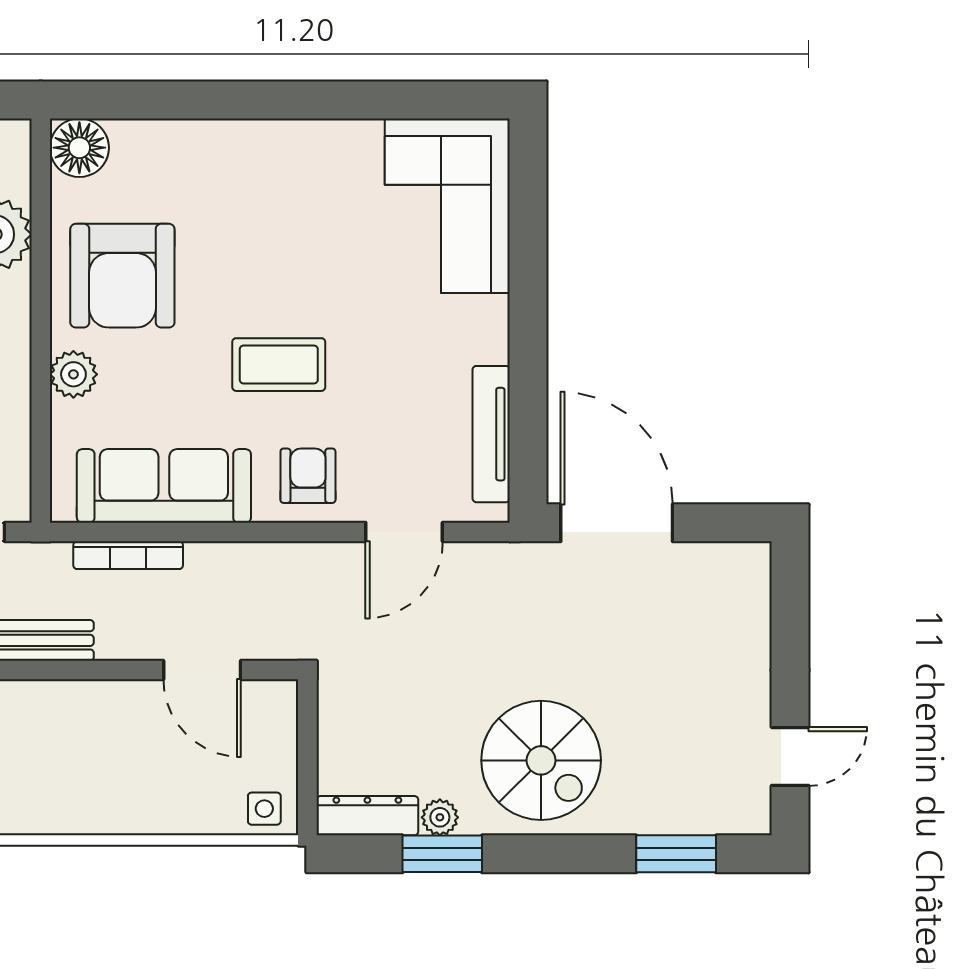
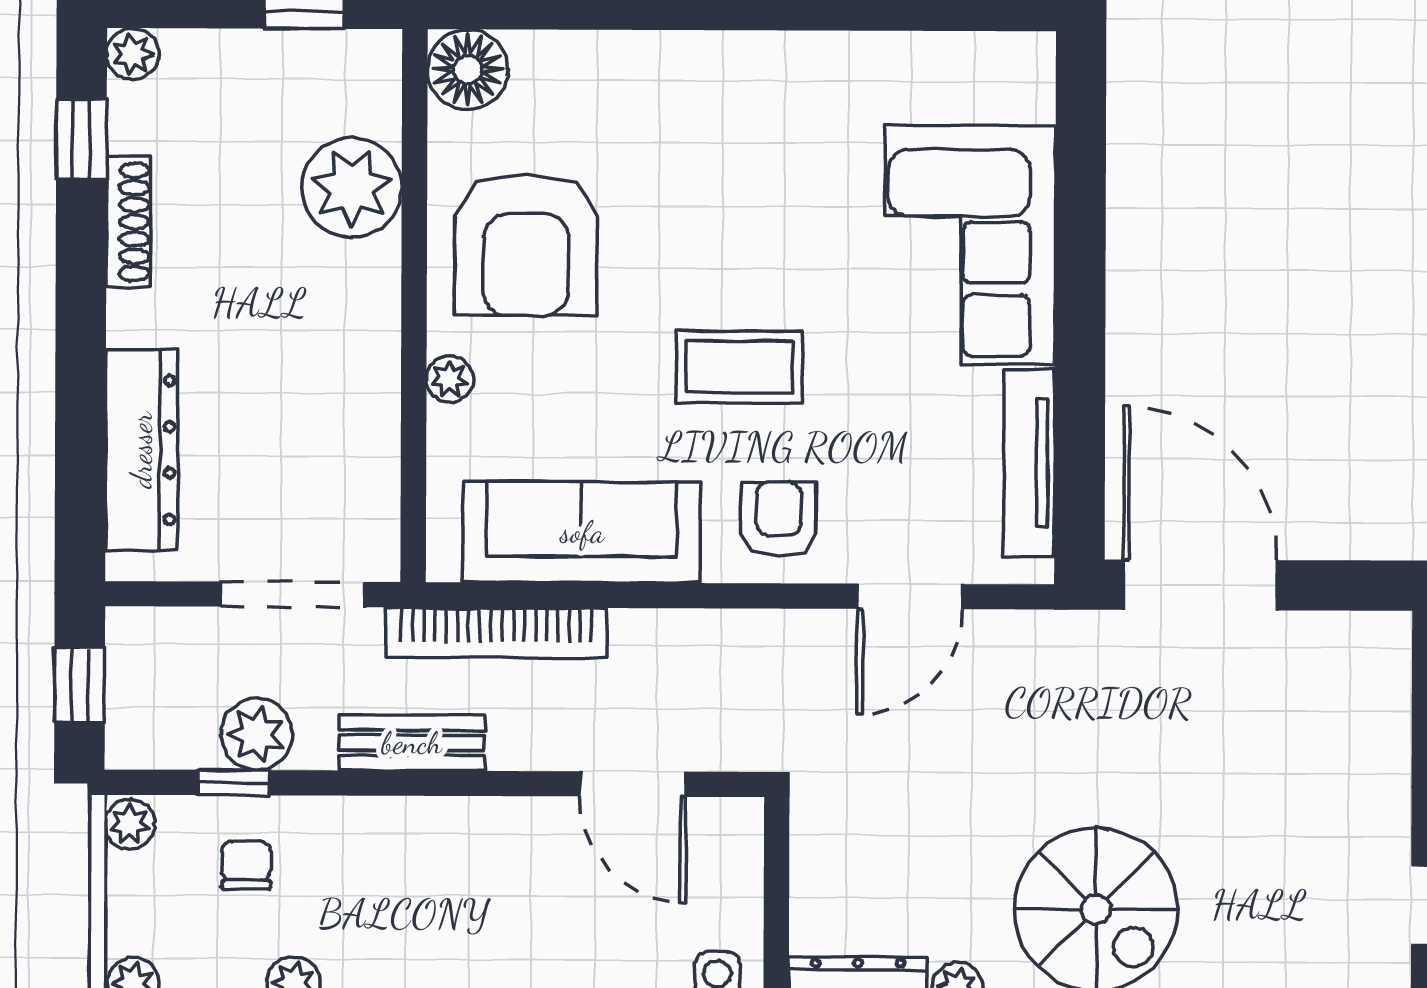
corner sofa: (447, 206) -> (970, 245), moved
plant: (73, 374) -> (450, 379), width x0.73, depth x0.73
bookcase: (128, 555) -> (496, 633), width x1.48, depth x1.31

